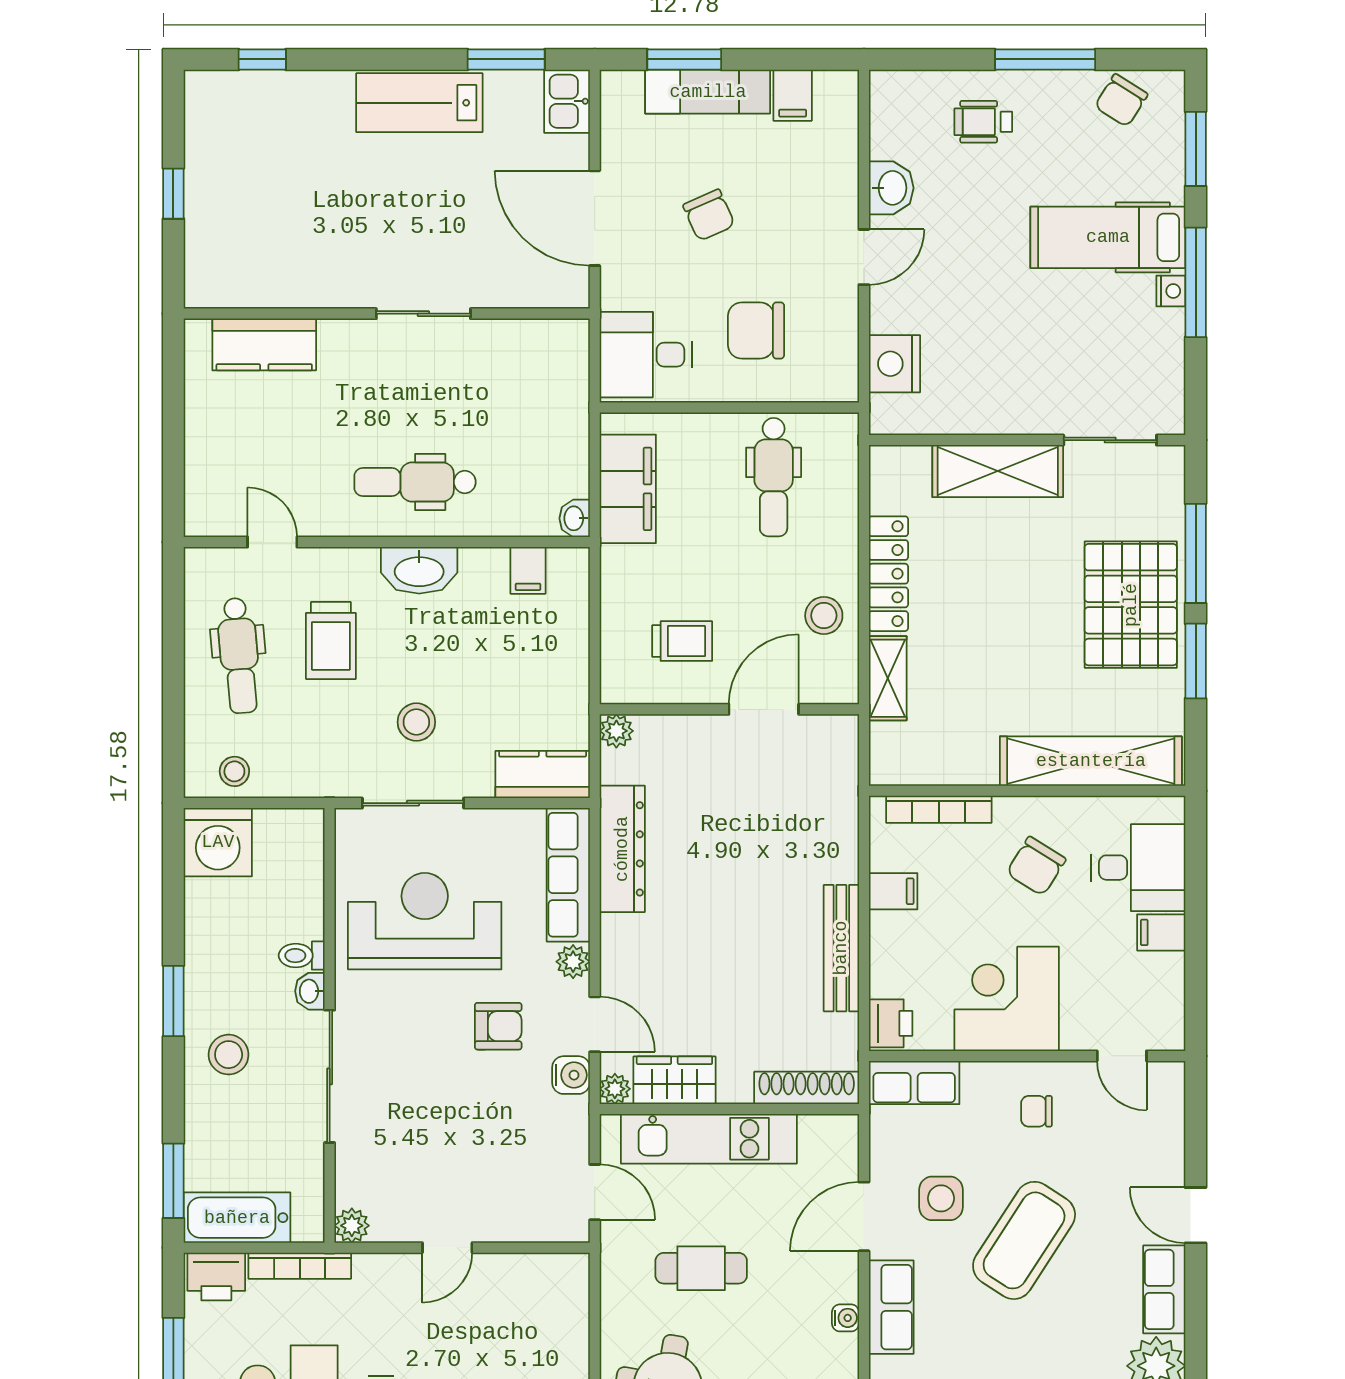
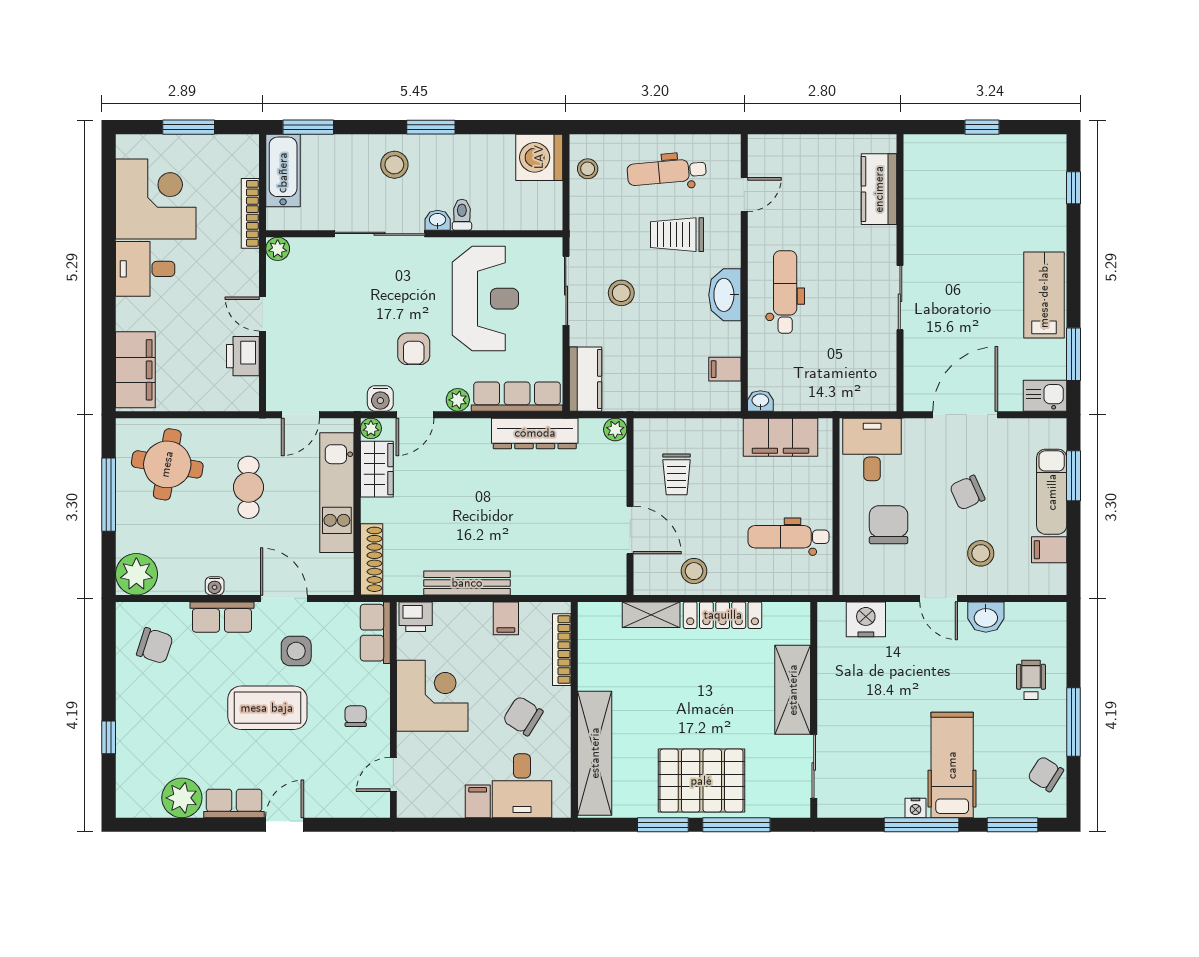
stool: (798, 195) -> (981, 553), added
coffee table: (1024, 1240) -> (267, 708), turned -33
printer: (216, 1276) -> (243, 356), moved

